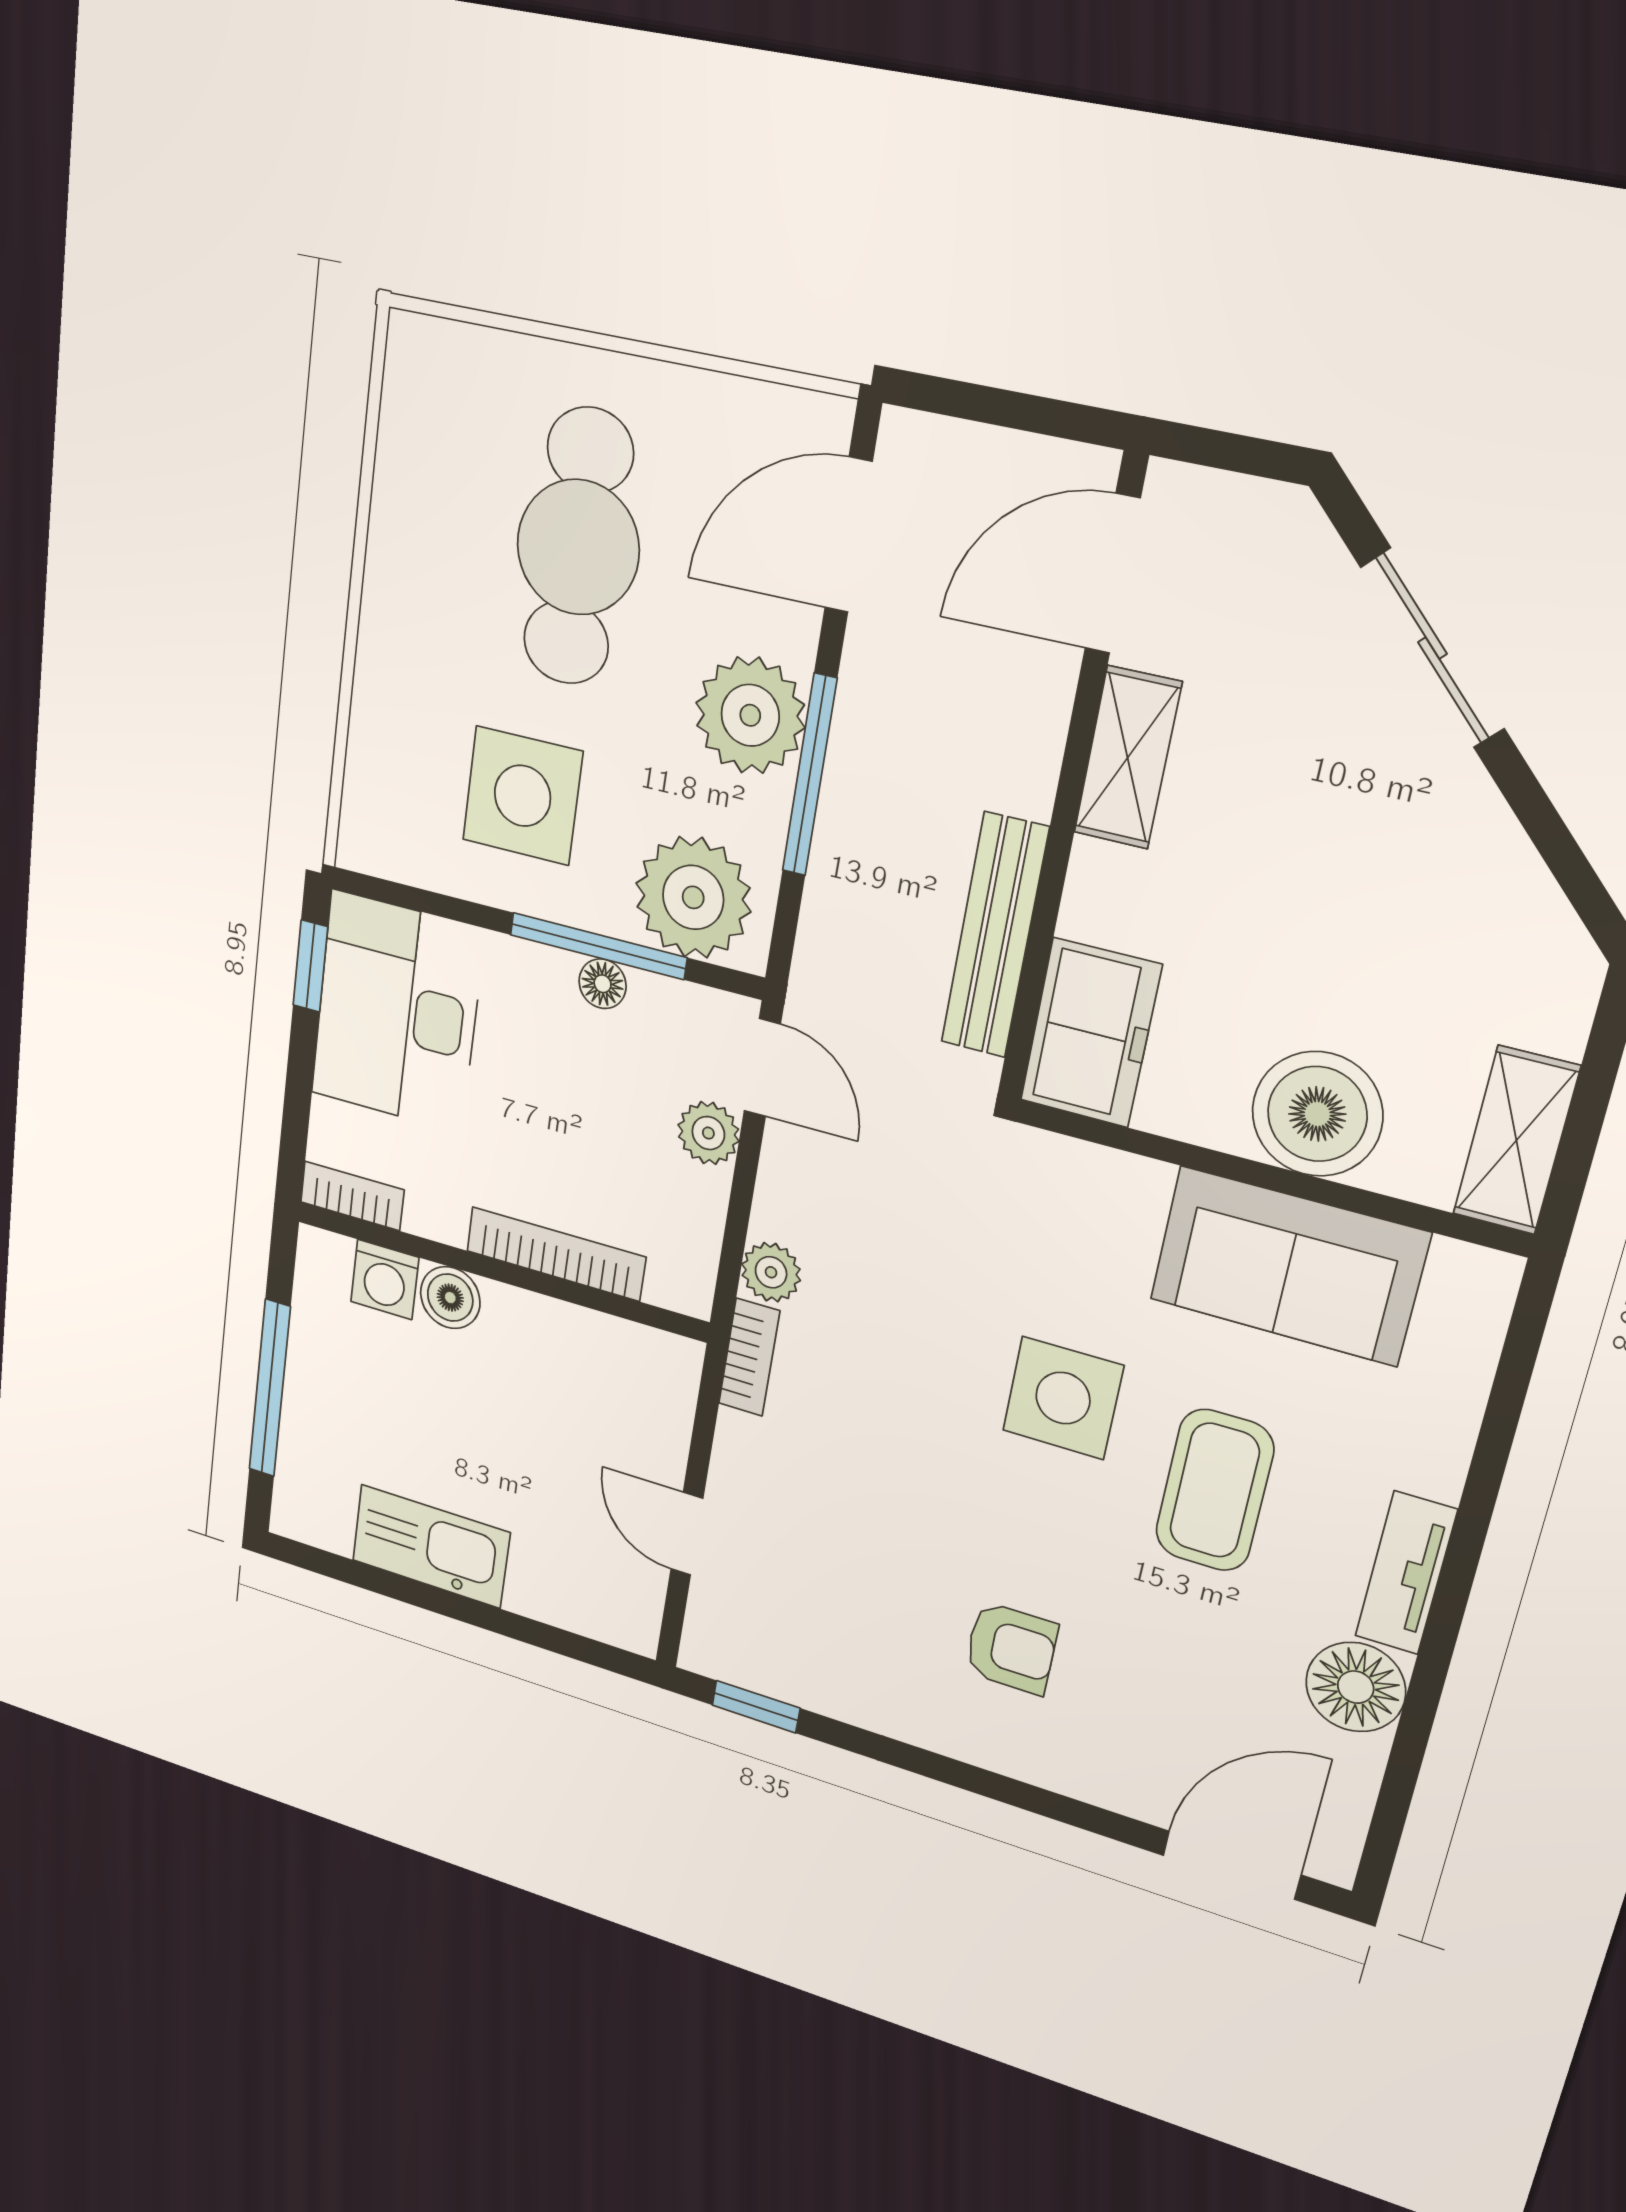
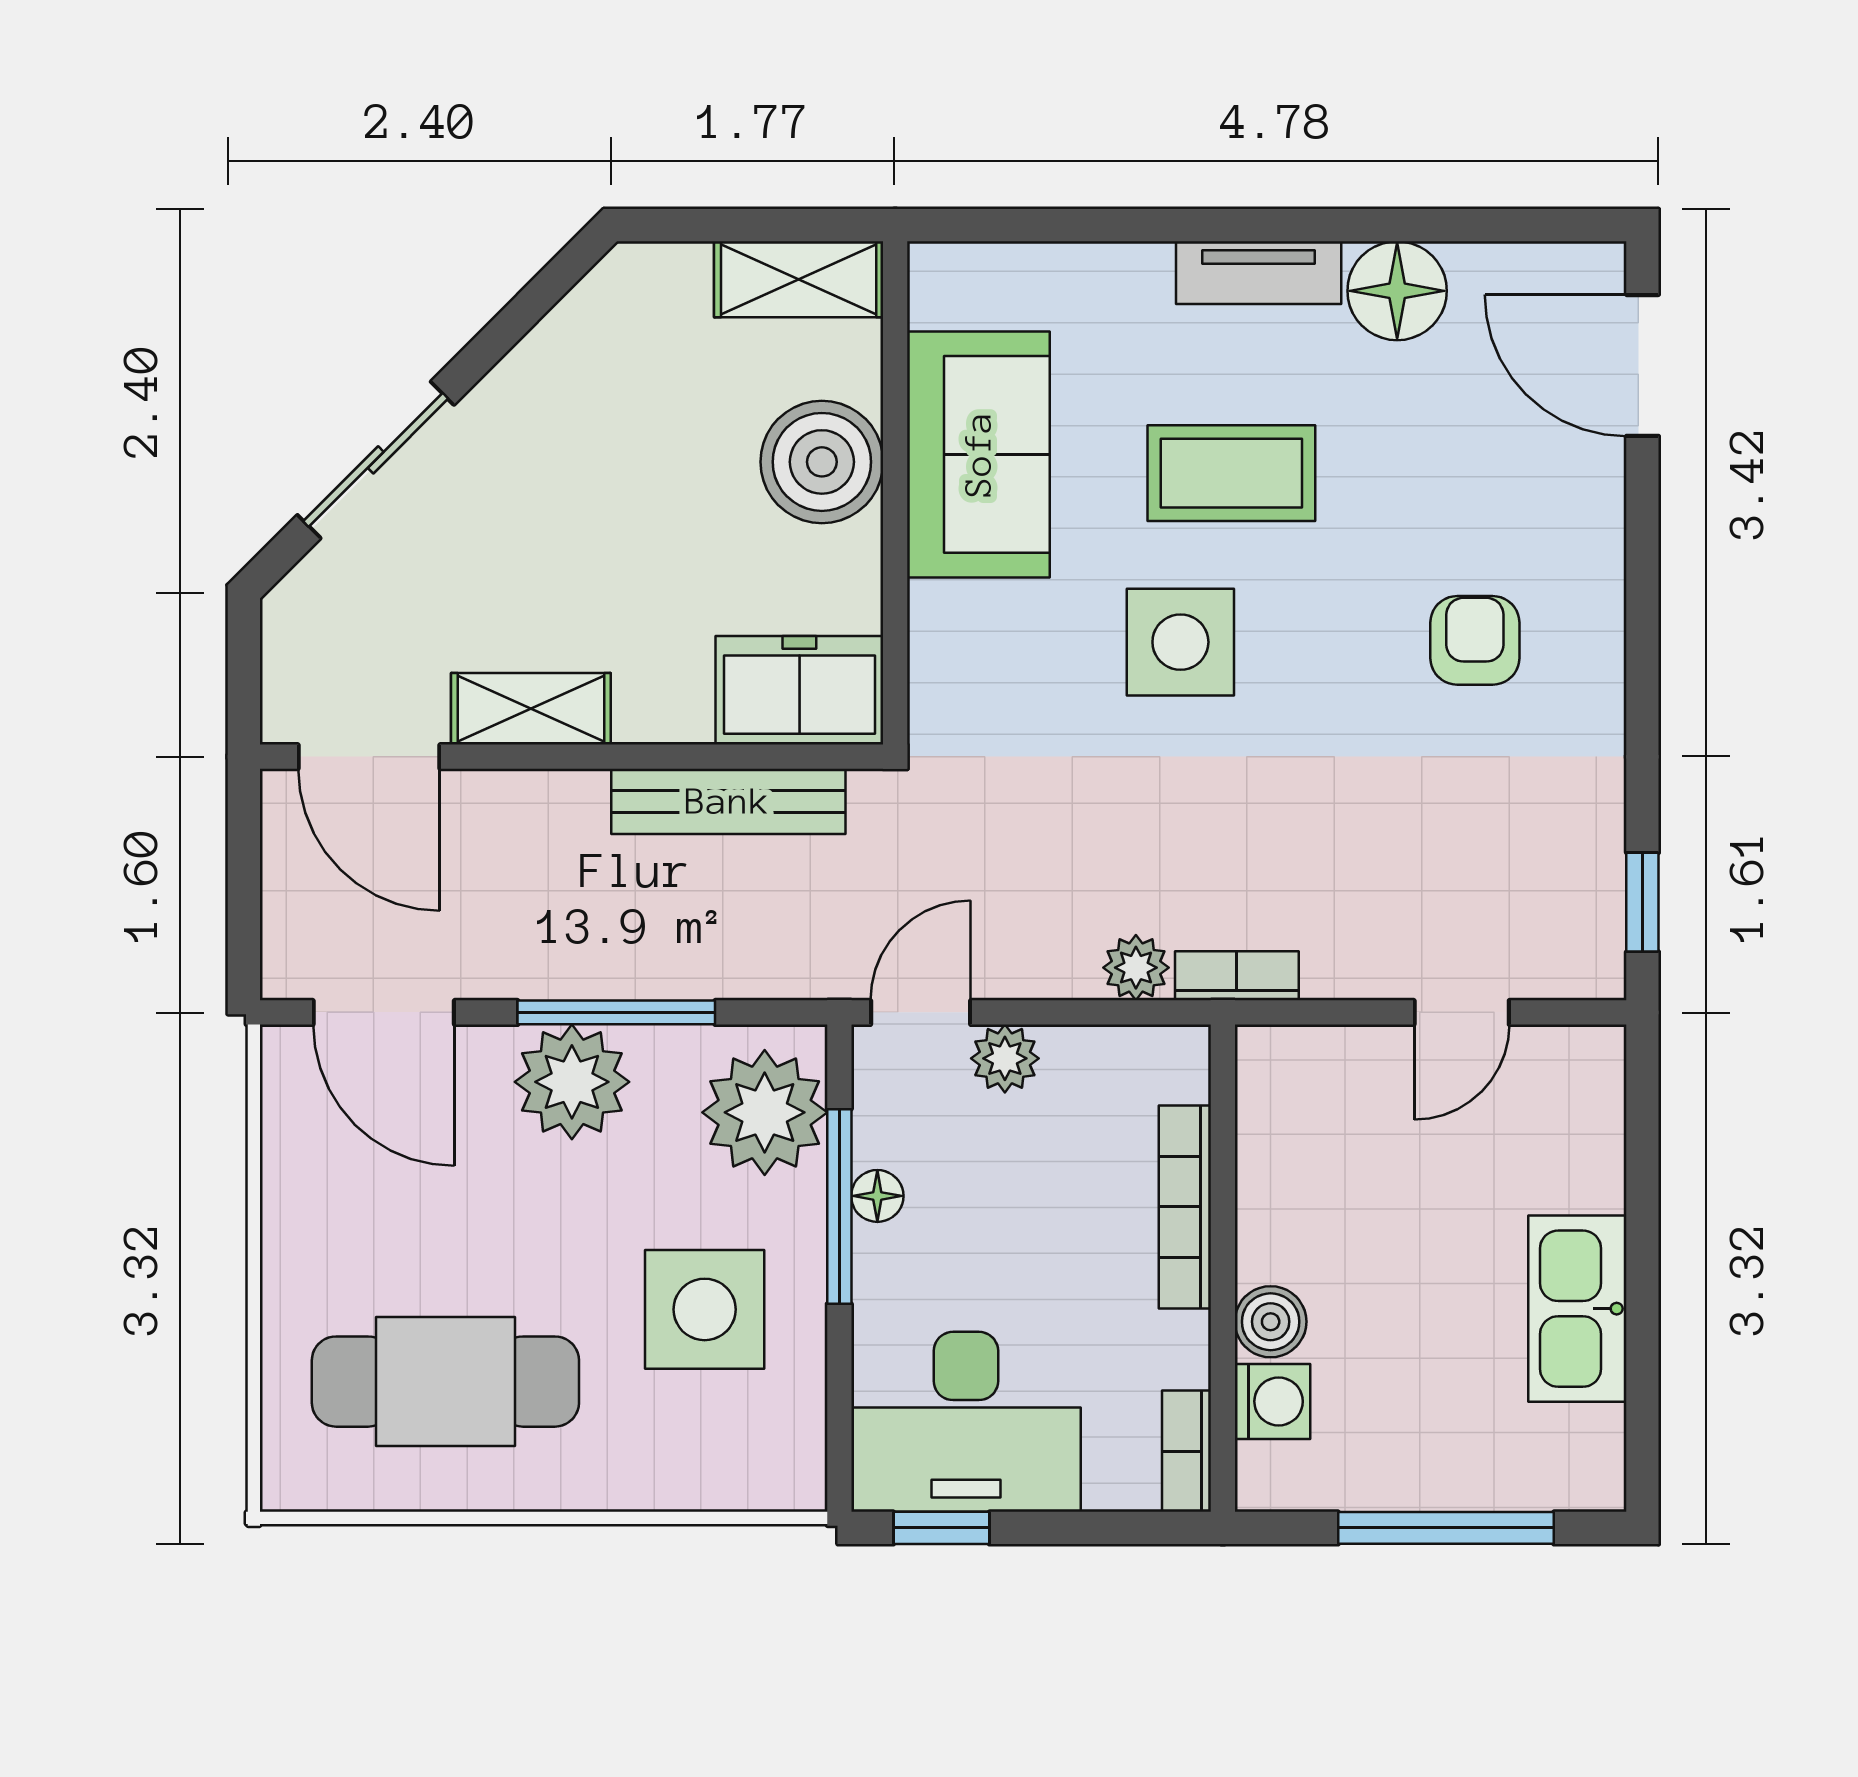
cafe table: (578, 547) -> (445, 1382), moved

